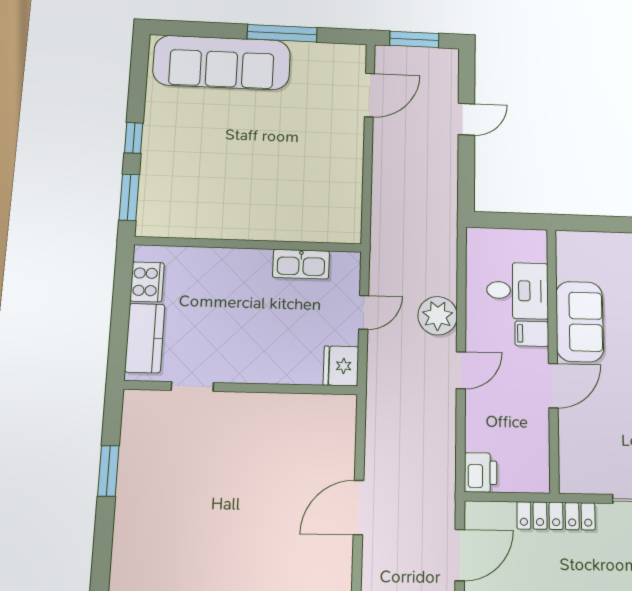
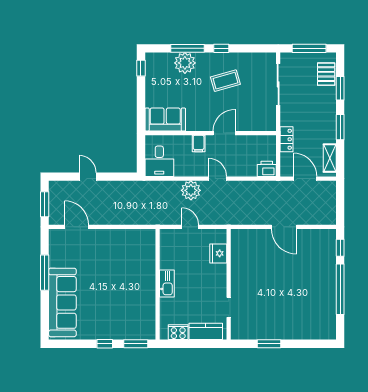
kitchen sink: (301, 264) -> (167, 283), moved
desk: (518, 291) -> (159, 161), moved, turned 180
sofa: (580, 322) -> (165, 120), moved
fridge: (341, 366) -> (218, 253), moved, turned 90
door: (553, 386) -> (224, 133), hinge flipped
locker: (556, 516) -> (286, 139), width x0.66

